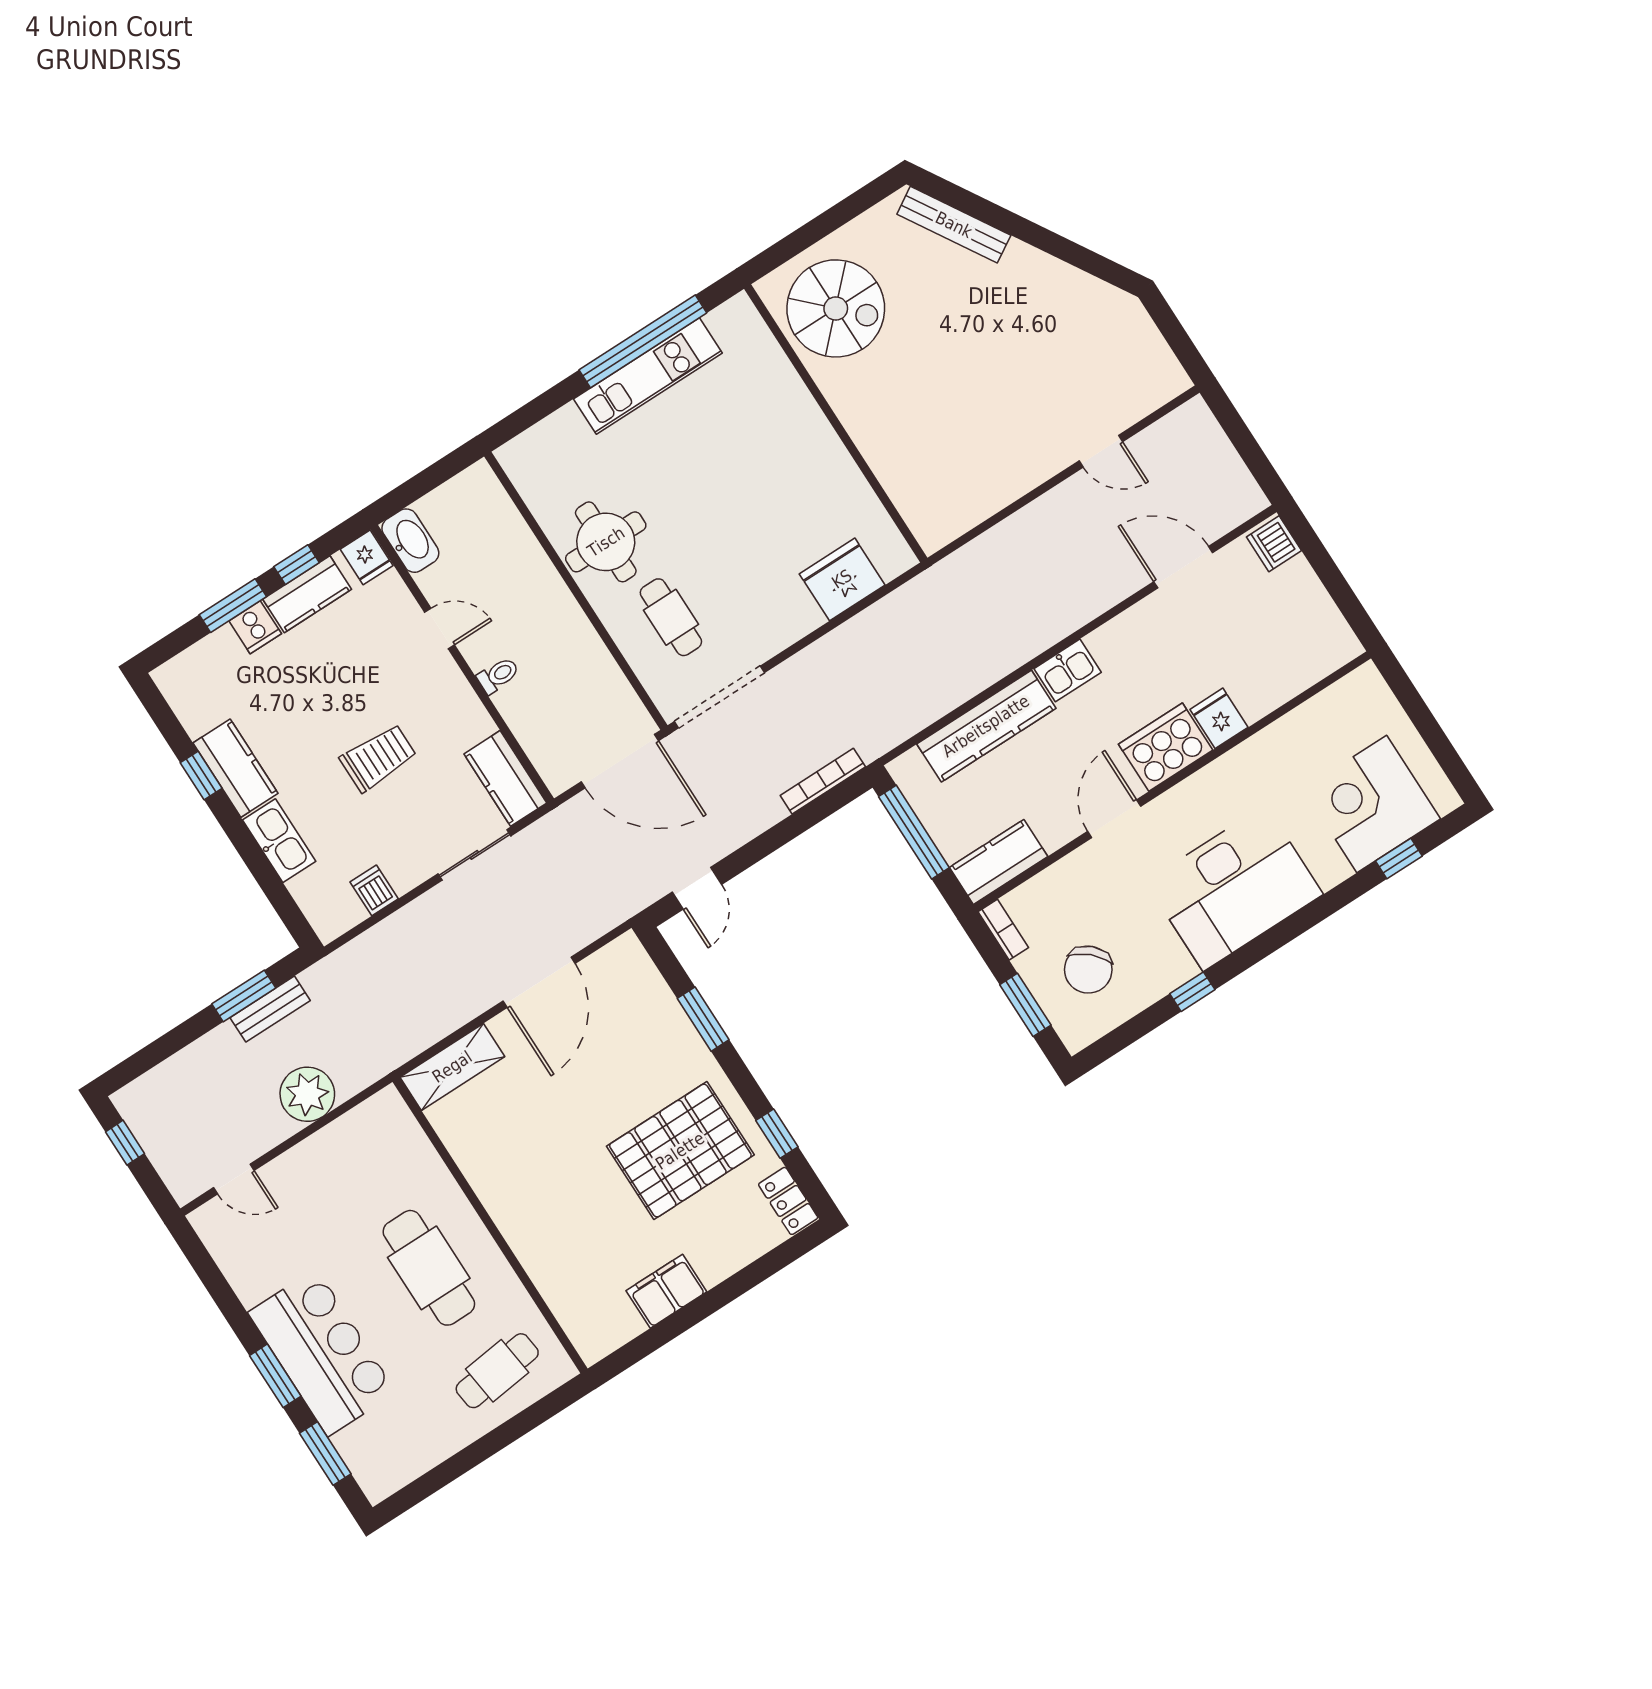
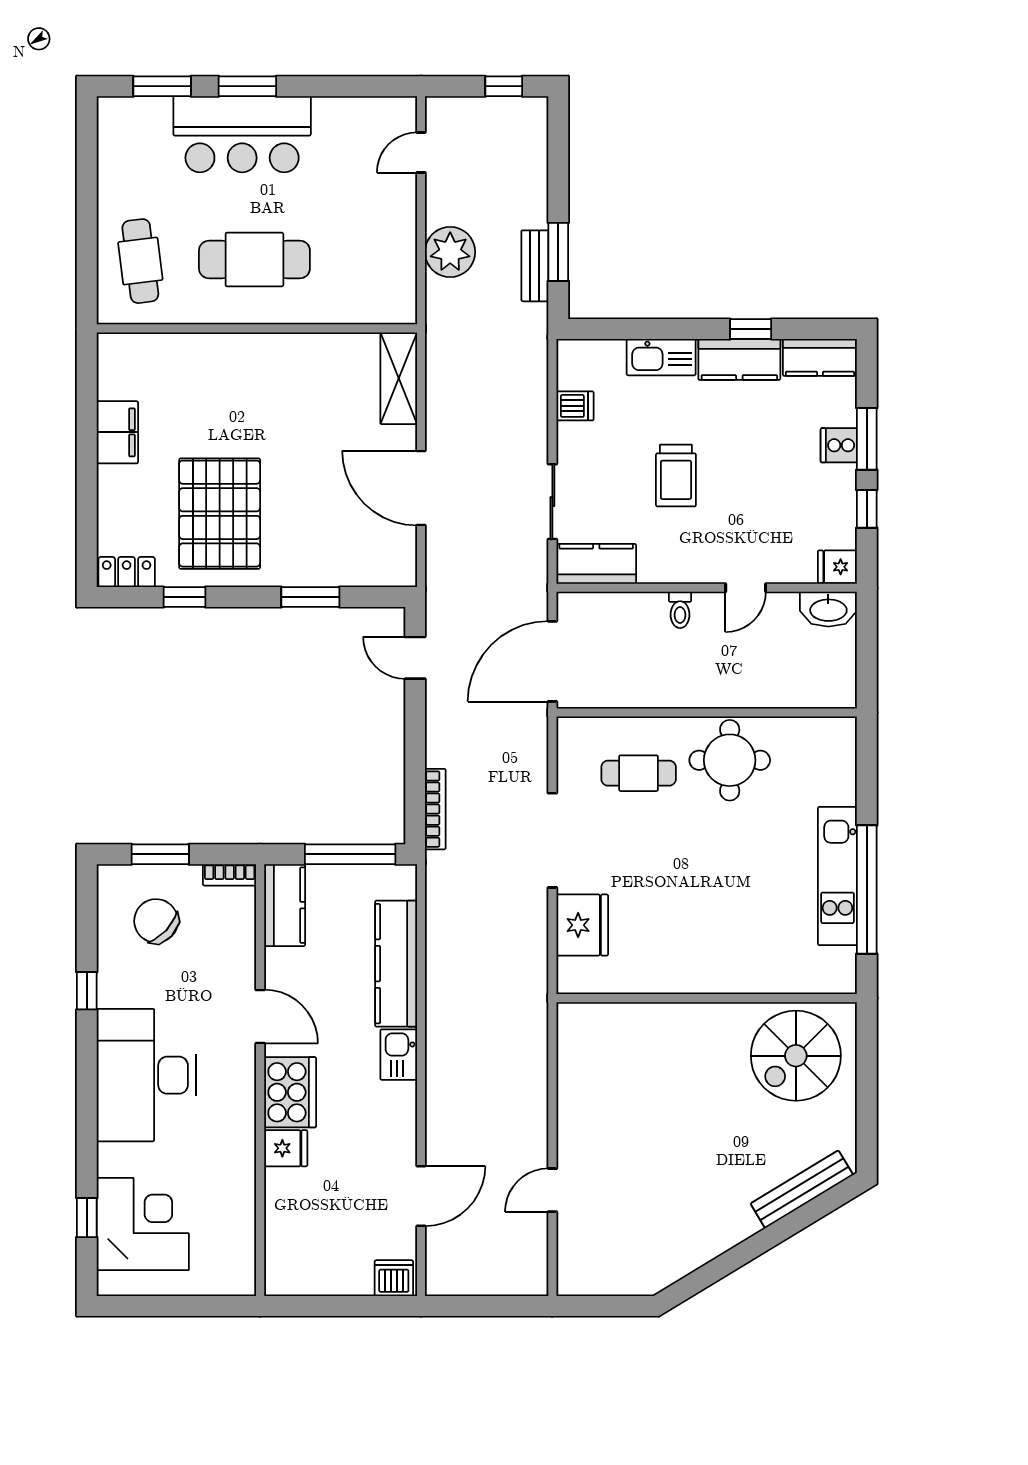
kitchen counter: (307, 594) -> (820, 357), moved, turned -90
doorway: (719, 697) -> (552, 840), moved

